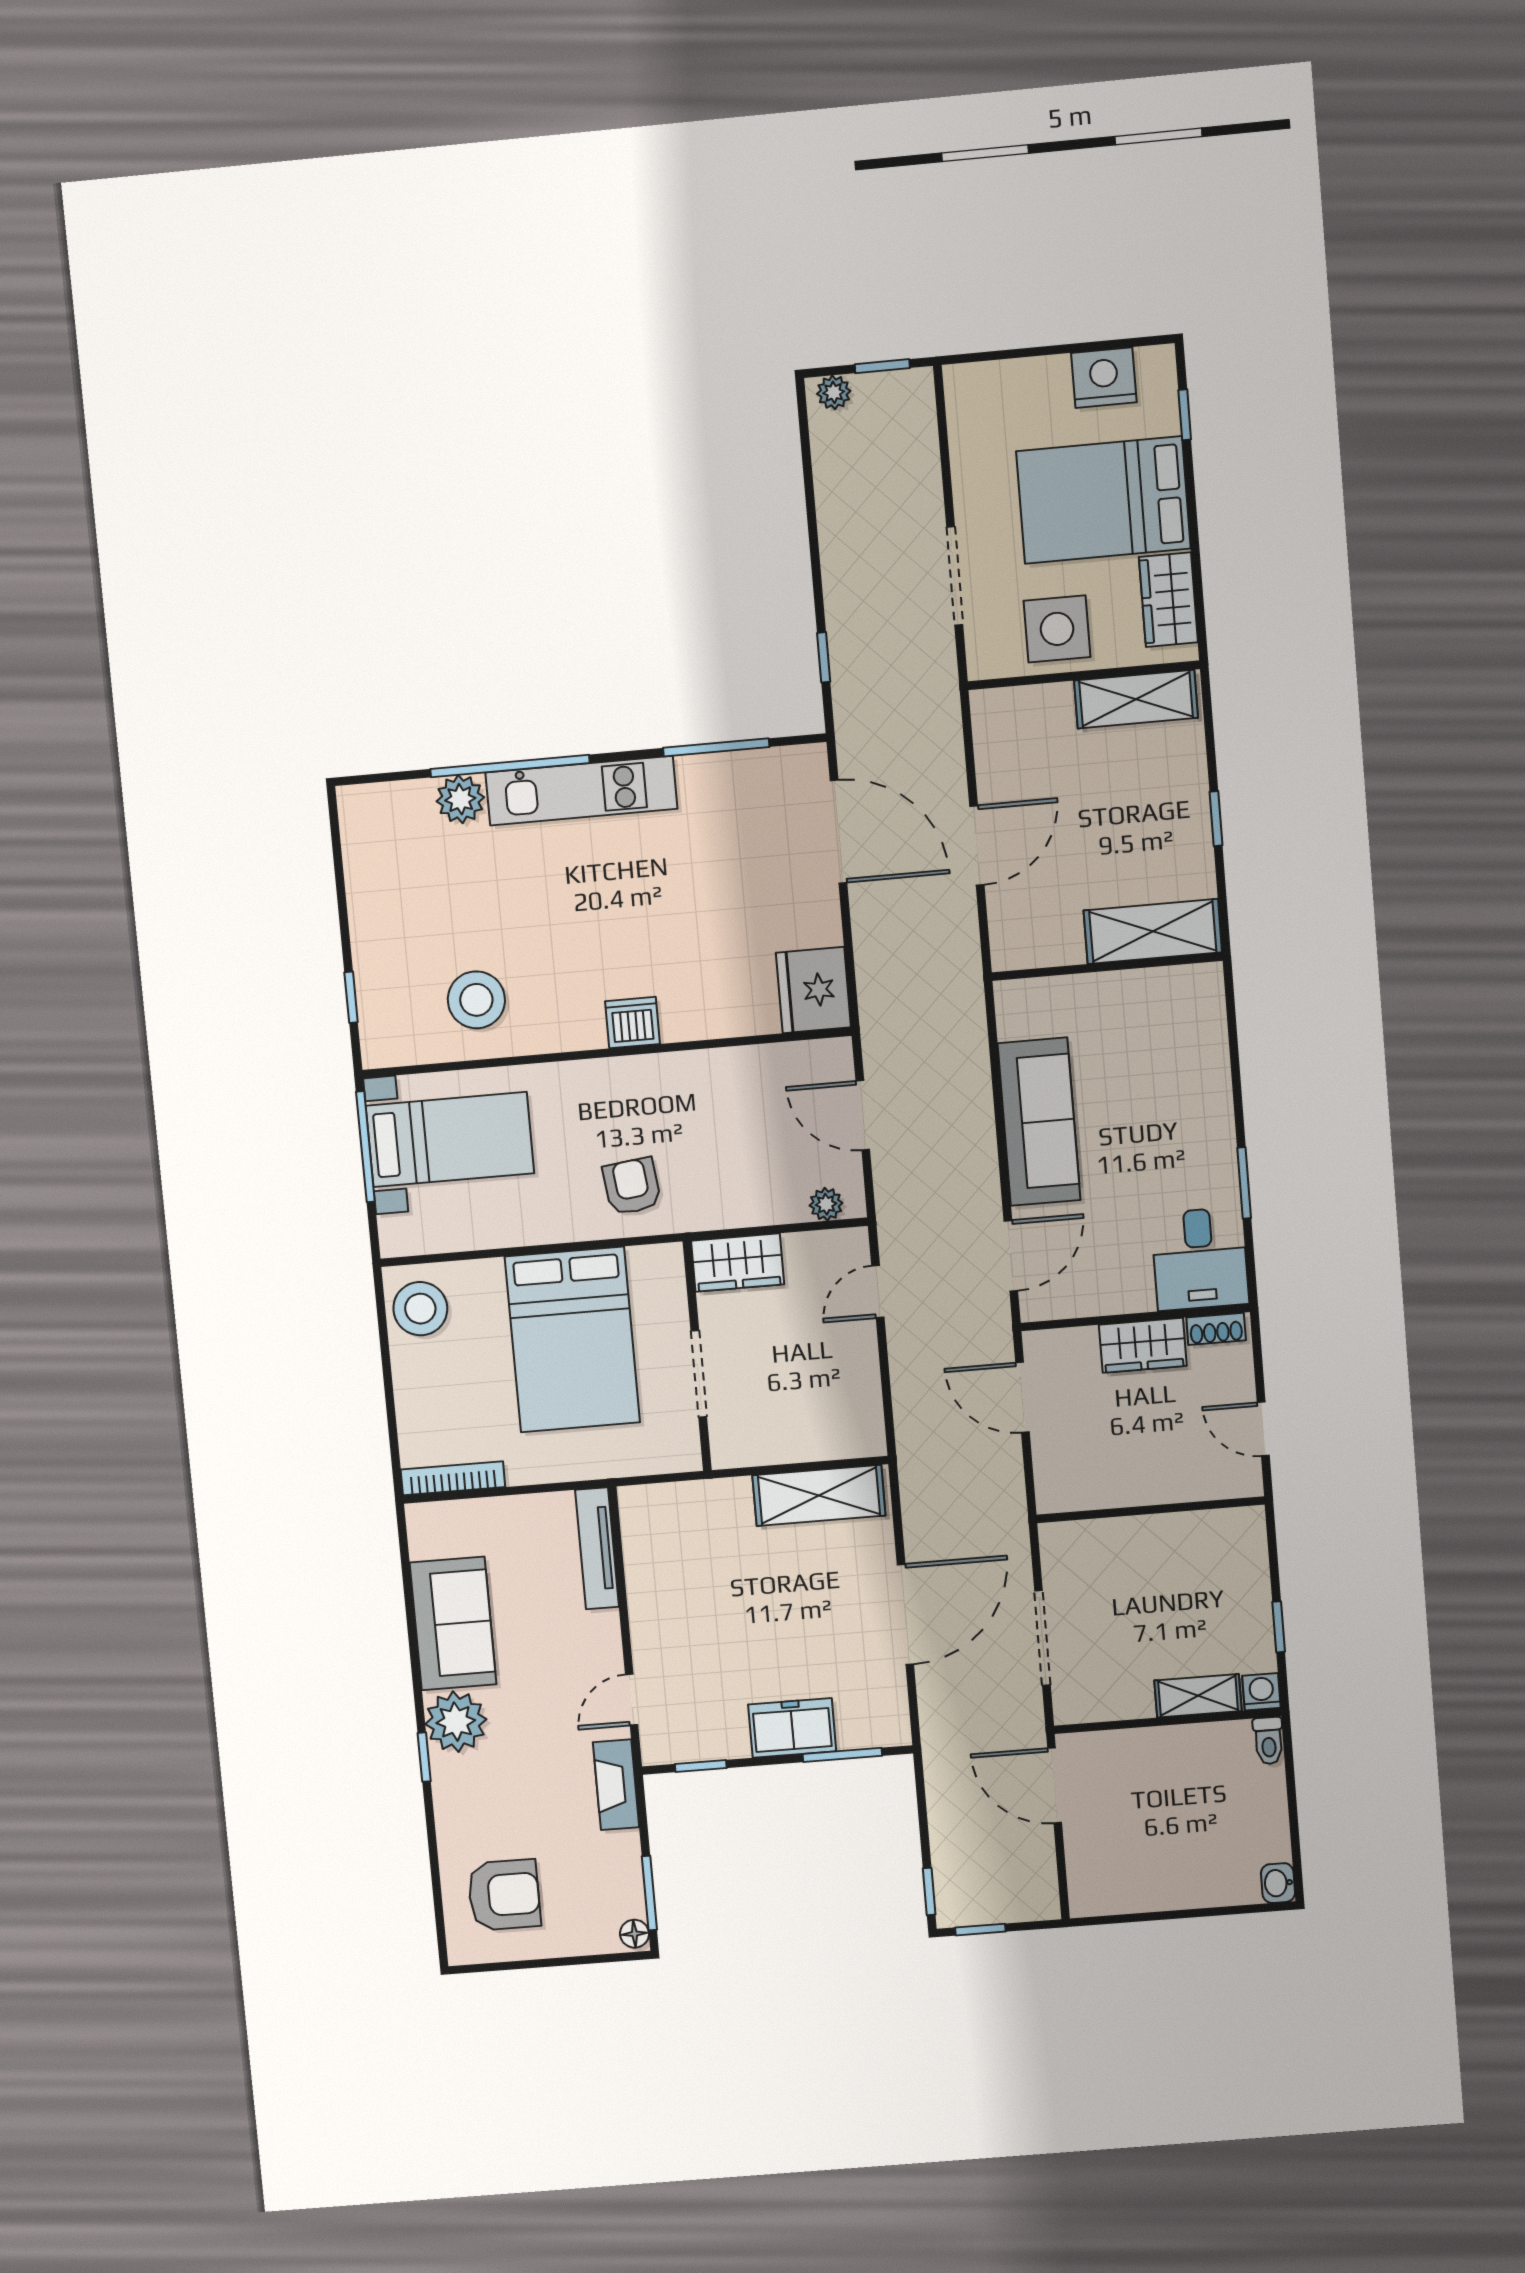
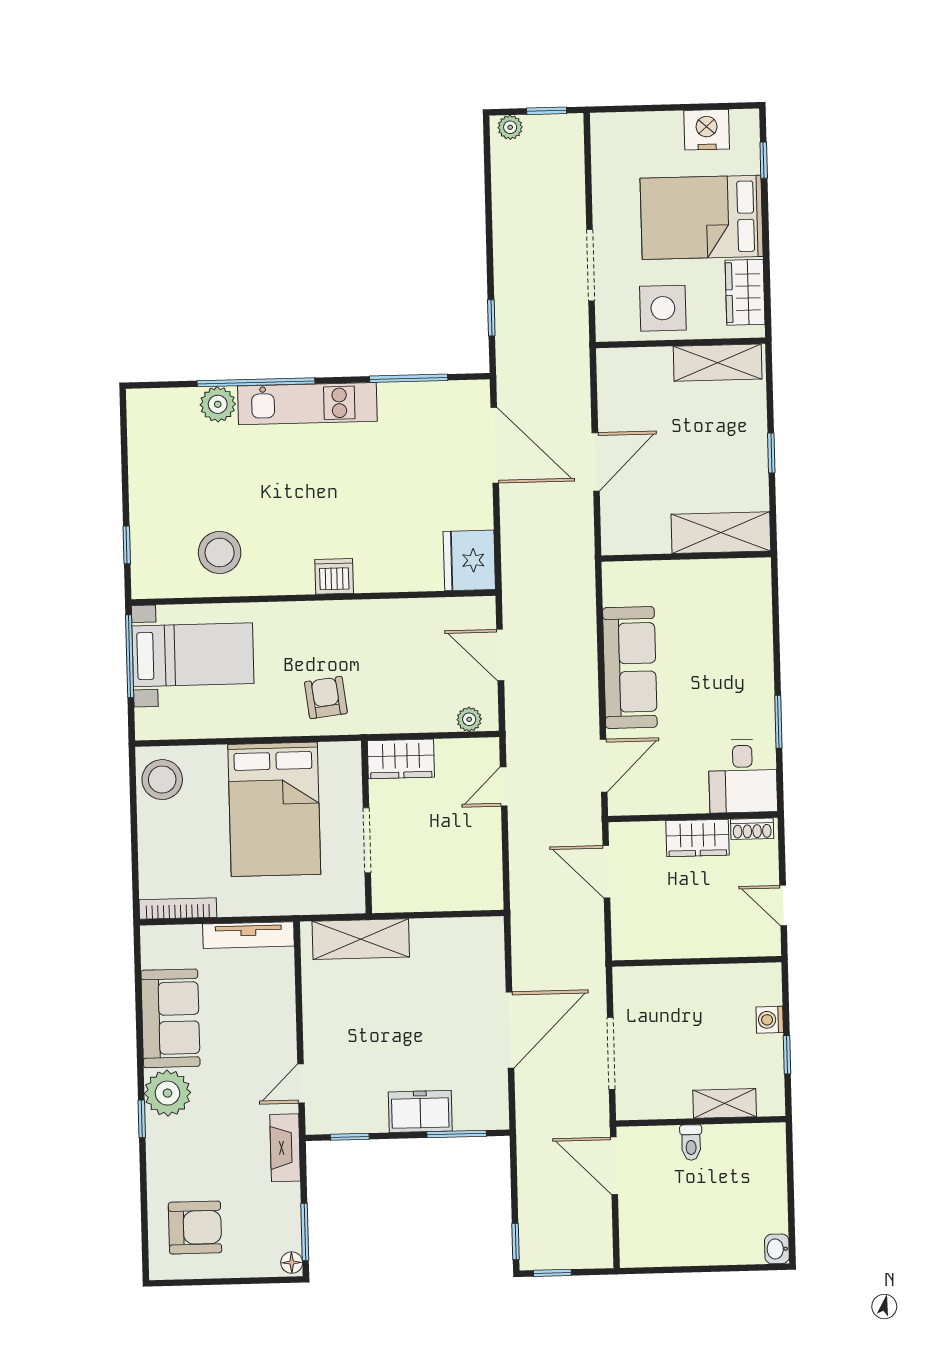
shelving: (819, 1495) -> (361, 939), moved
tv unit: (597, 1548) -> (248, 935), moved, turned -90
washing machine: (1261, 1692) -> (770, 1020), moved, turned -90
toilet: (1268, 1741) -> (691, 1143), moved

